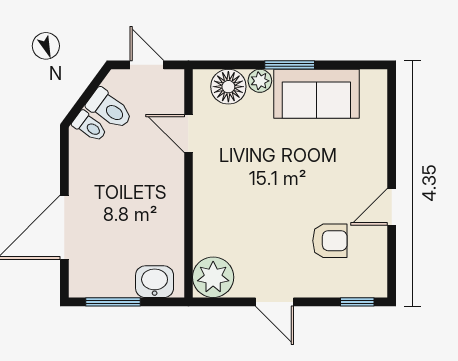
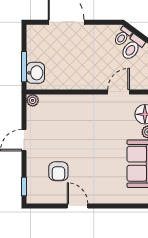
plant: (213, 277) -> (33, 100), width x0.53, depth x0.53
window: (113, 302) -> (24, 67), moved

